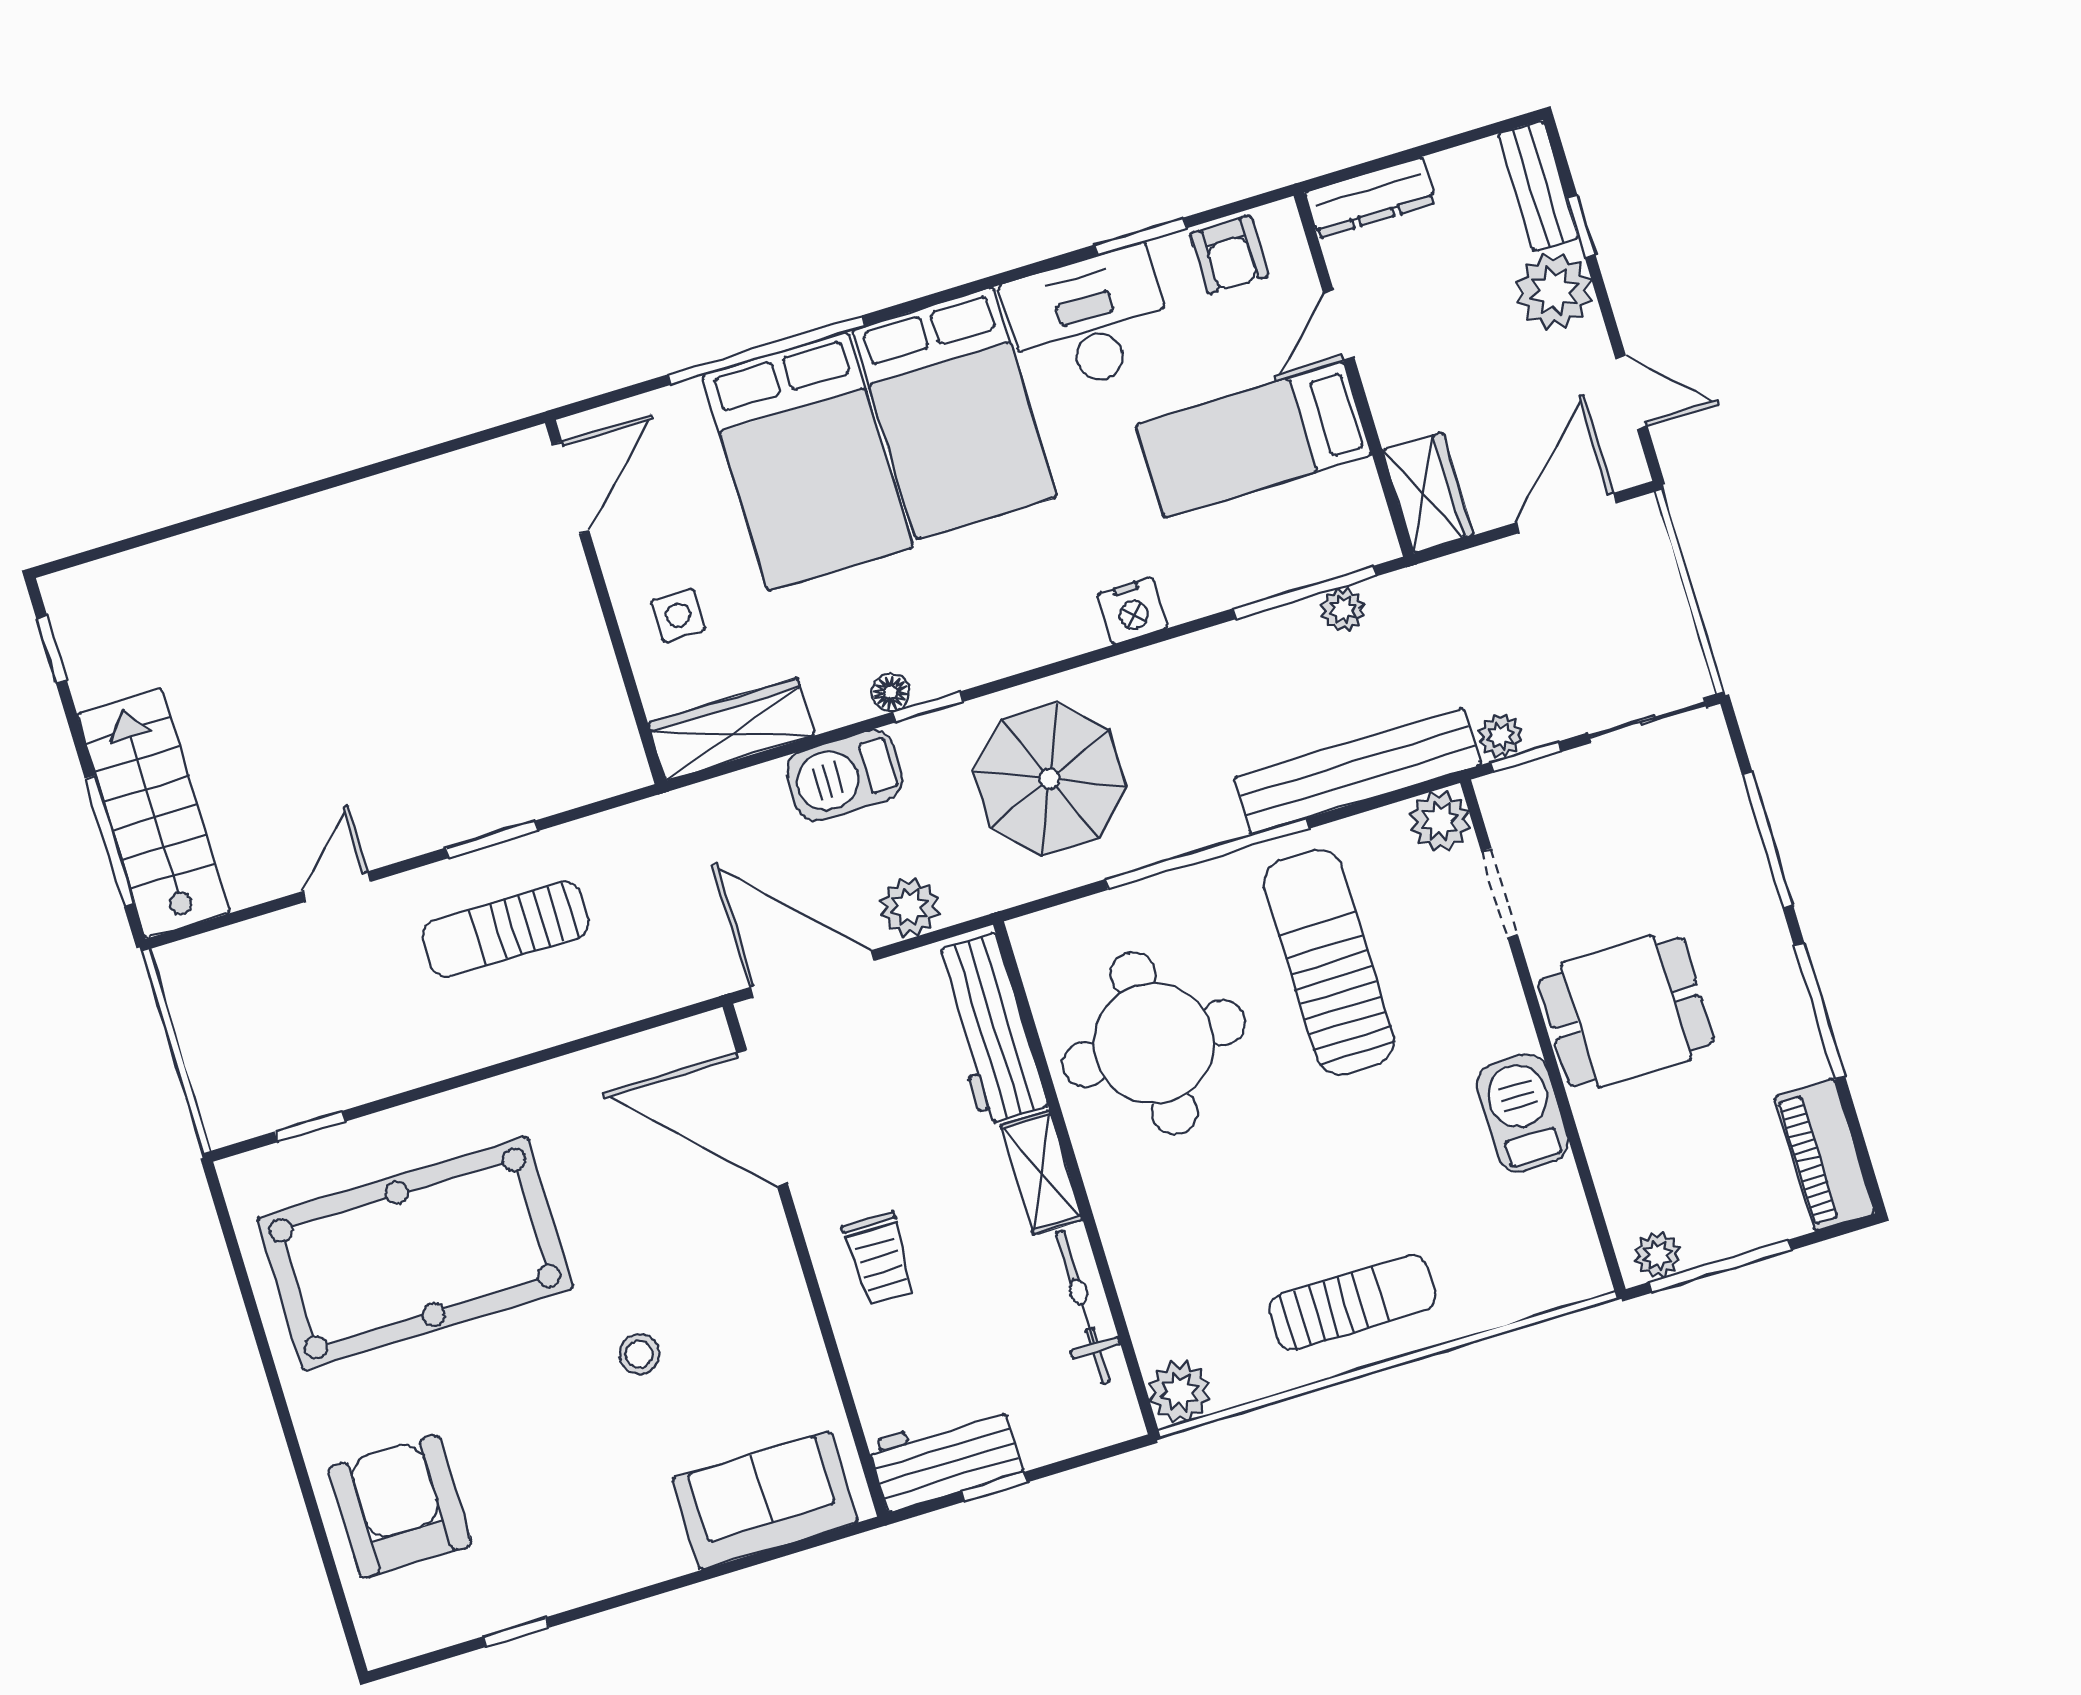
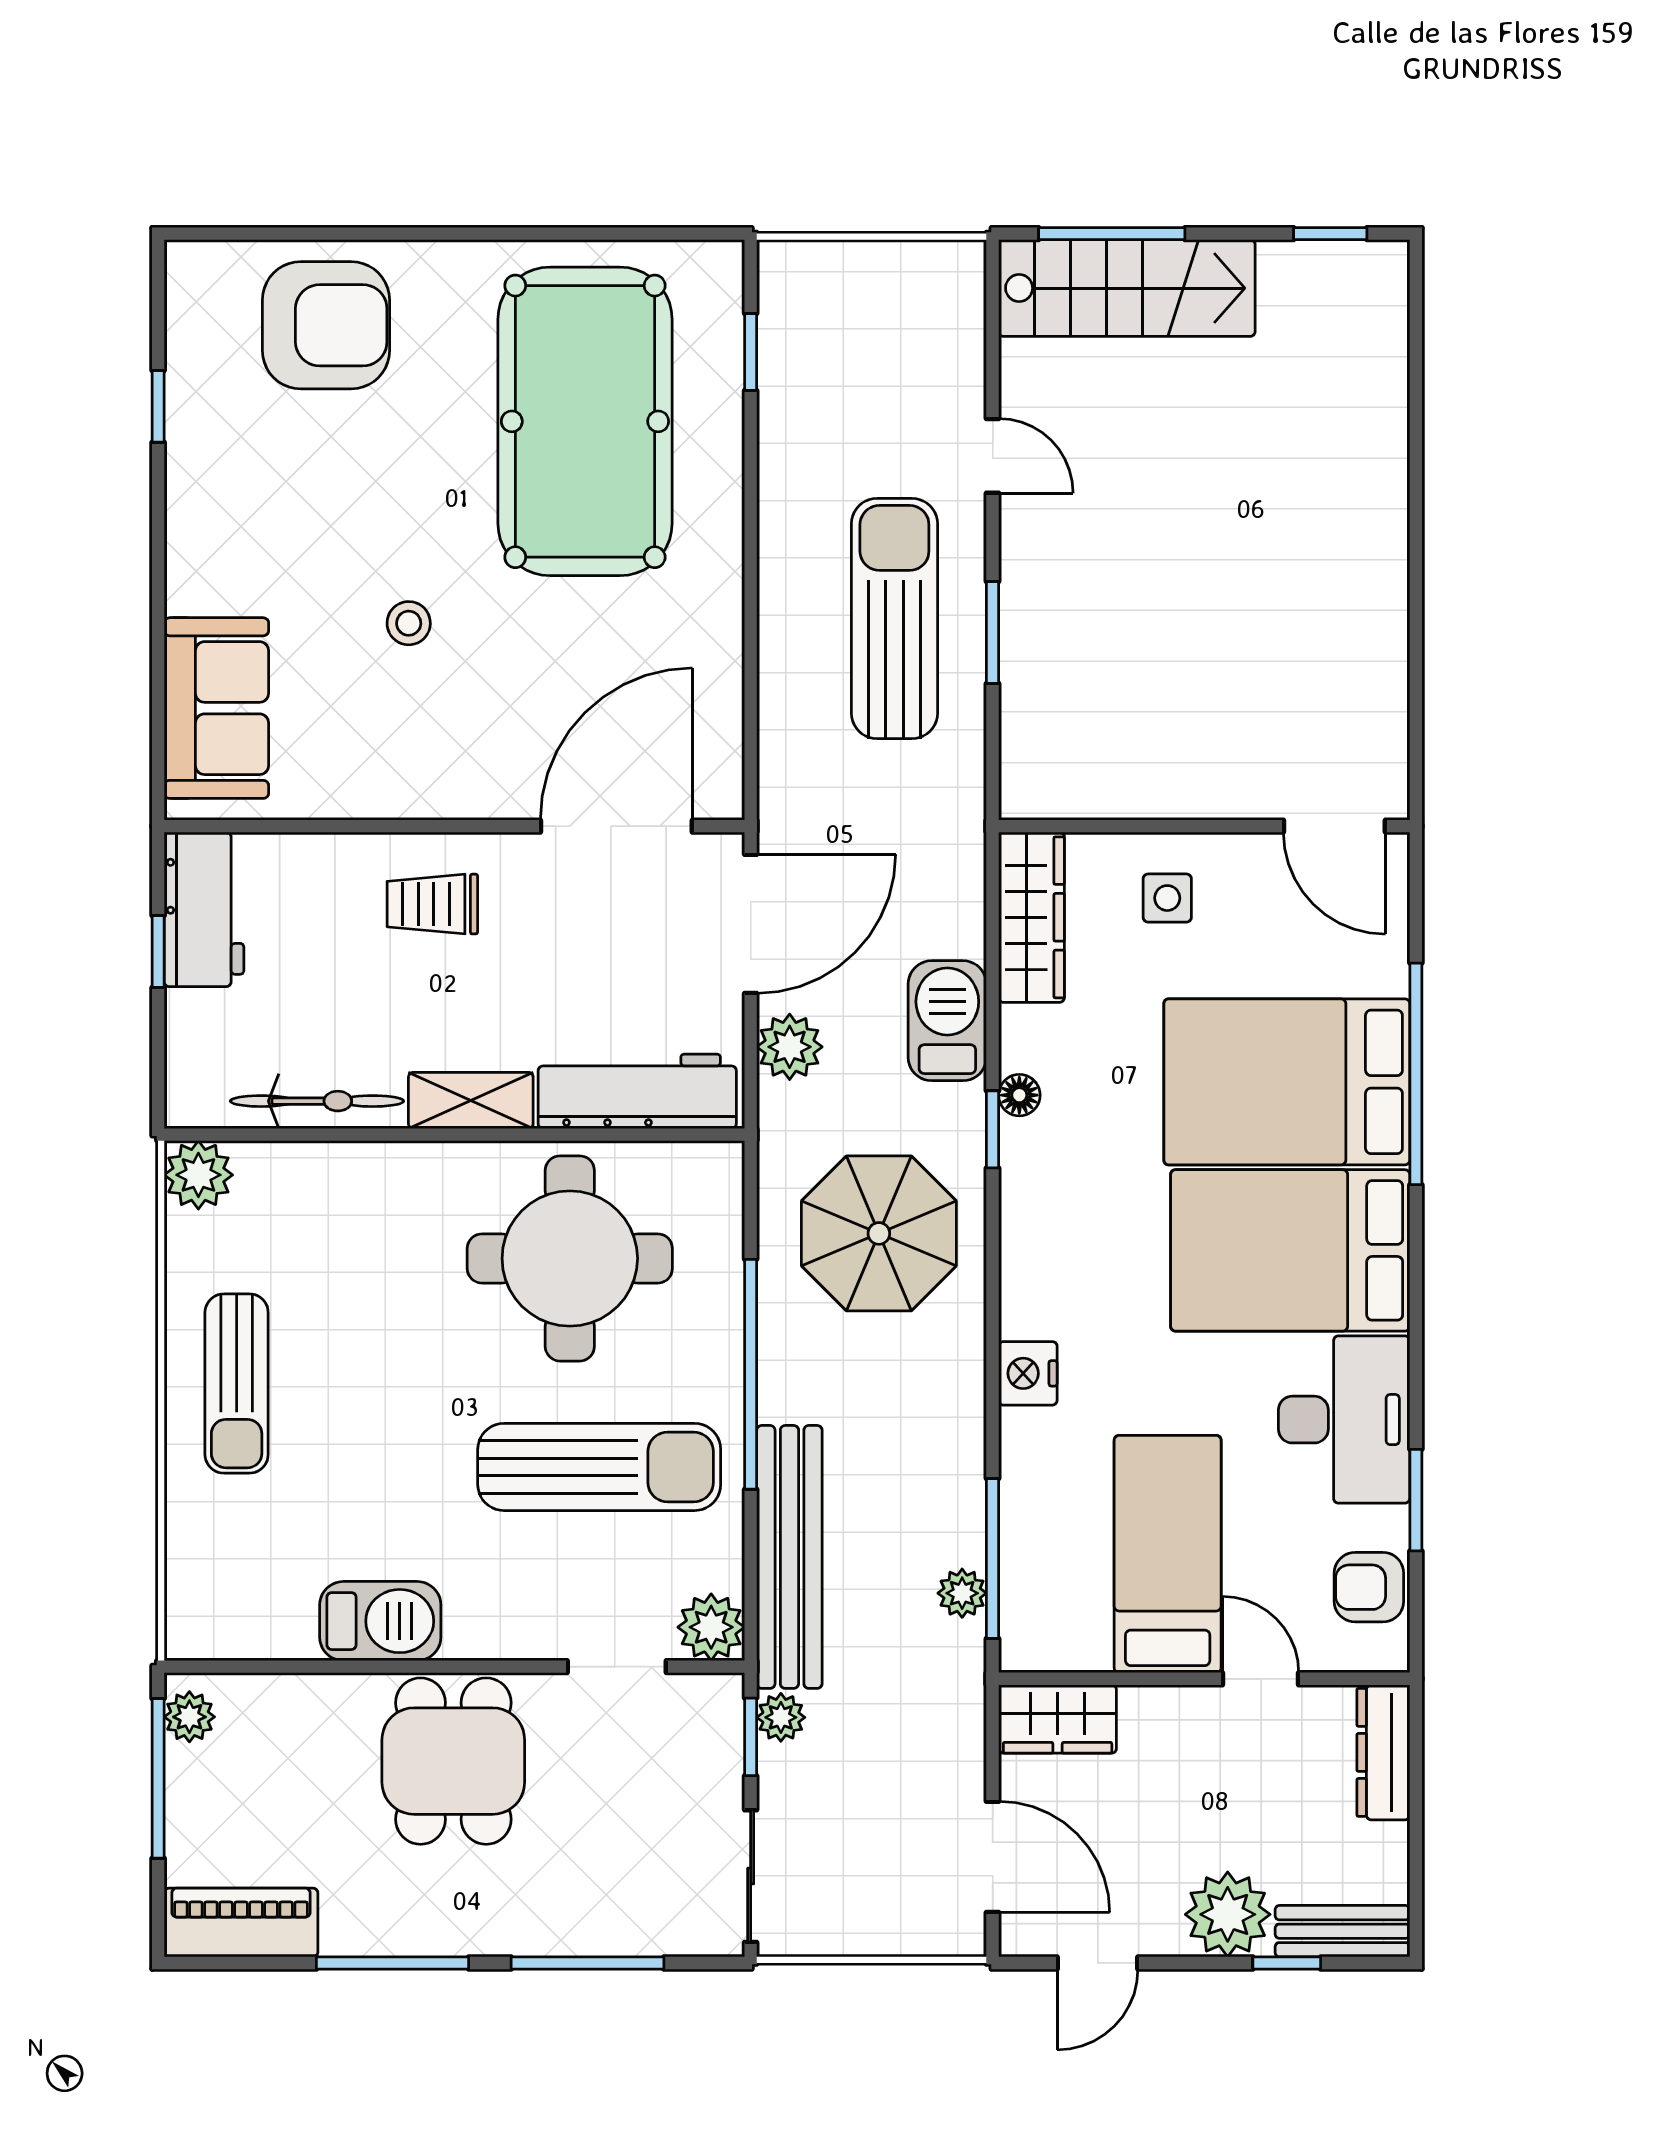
sun lounger: (506, 929) -> (894, 618), width x1.36, depth x1.34

